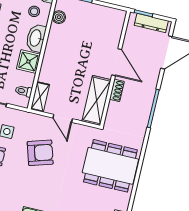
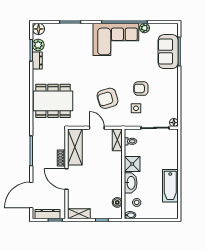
shelving: (111, 14) -> (79, 214), added

